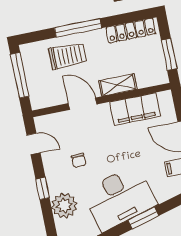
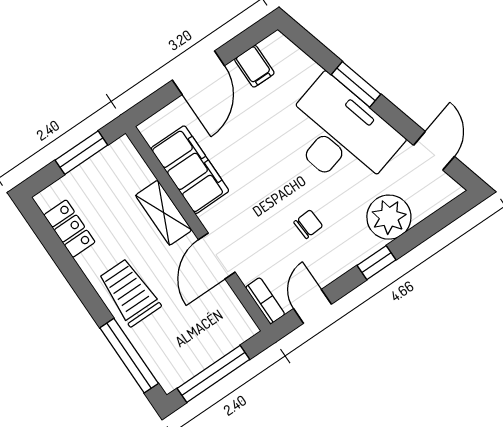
window: (78, 28) -> (129, 356), moved
locker: (131, 31) -> (69, 229), width x0.66
trolley: (68, 56) -> (129, 292), moved
bookcase: (47, 120) -> (265, 301), added

